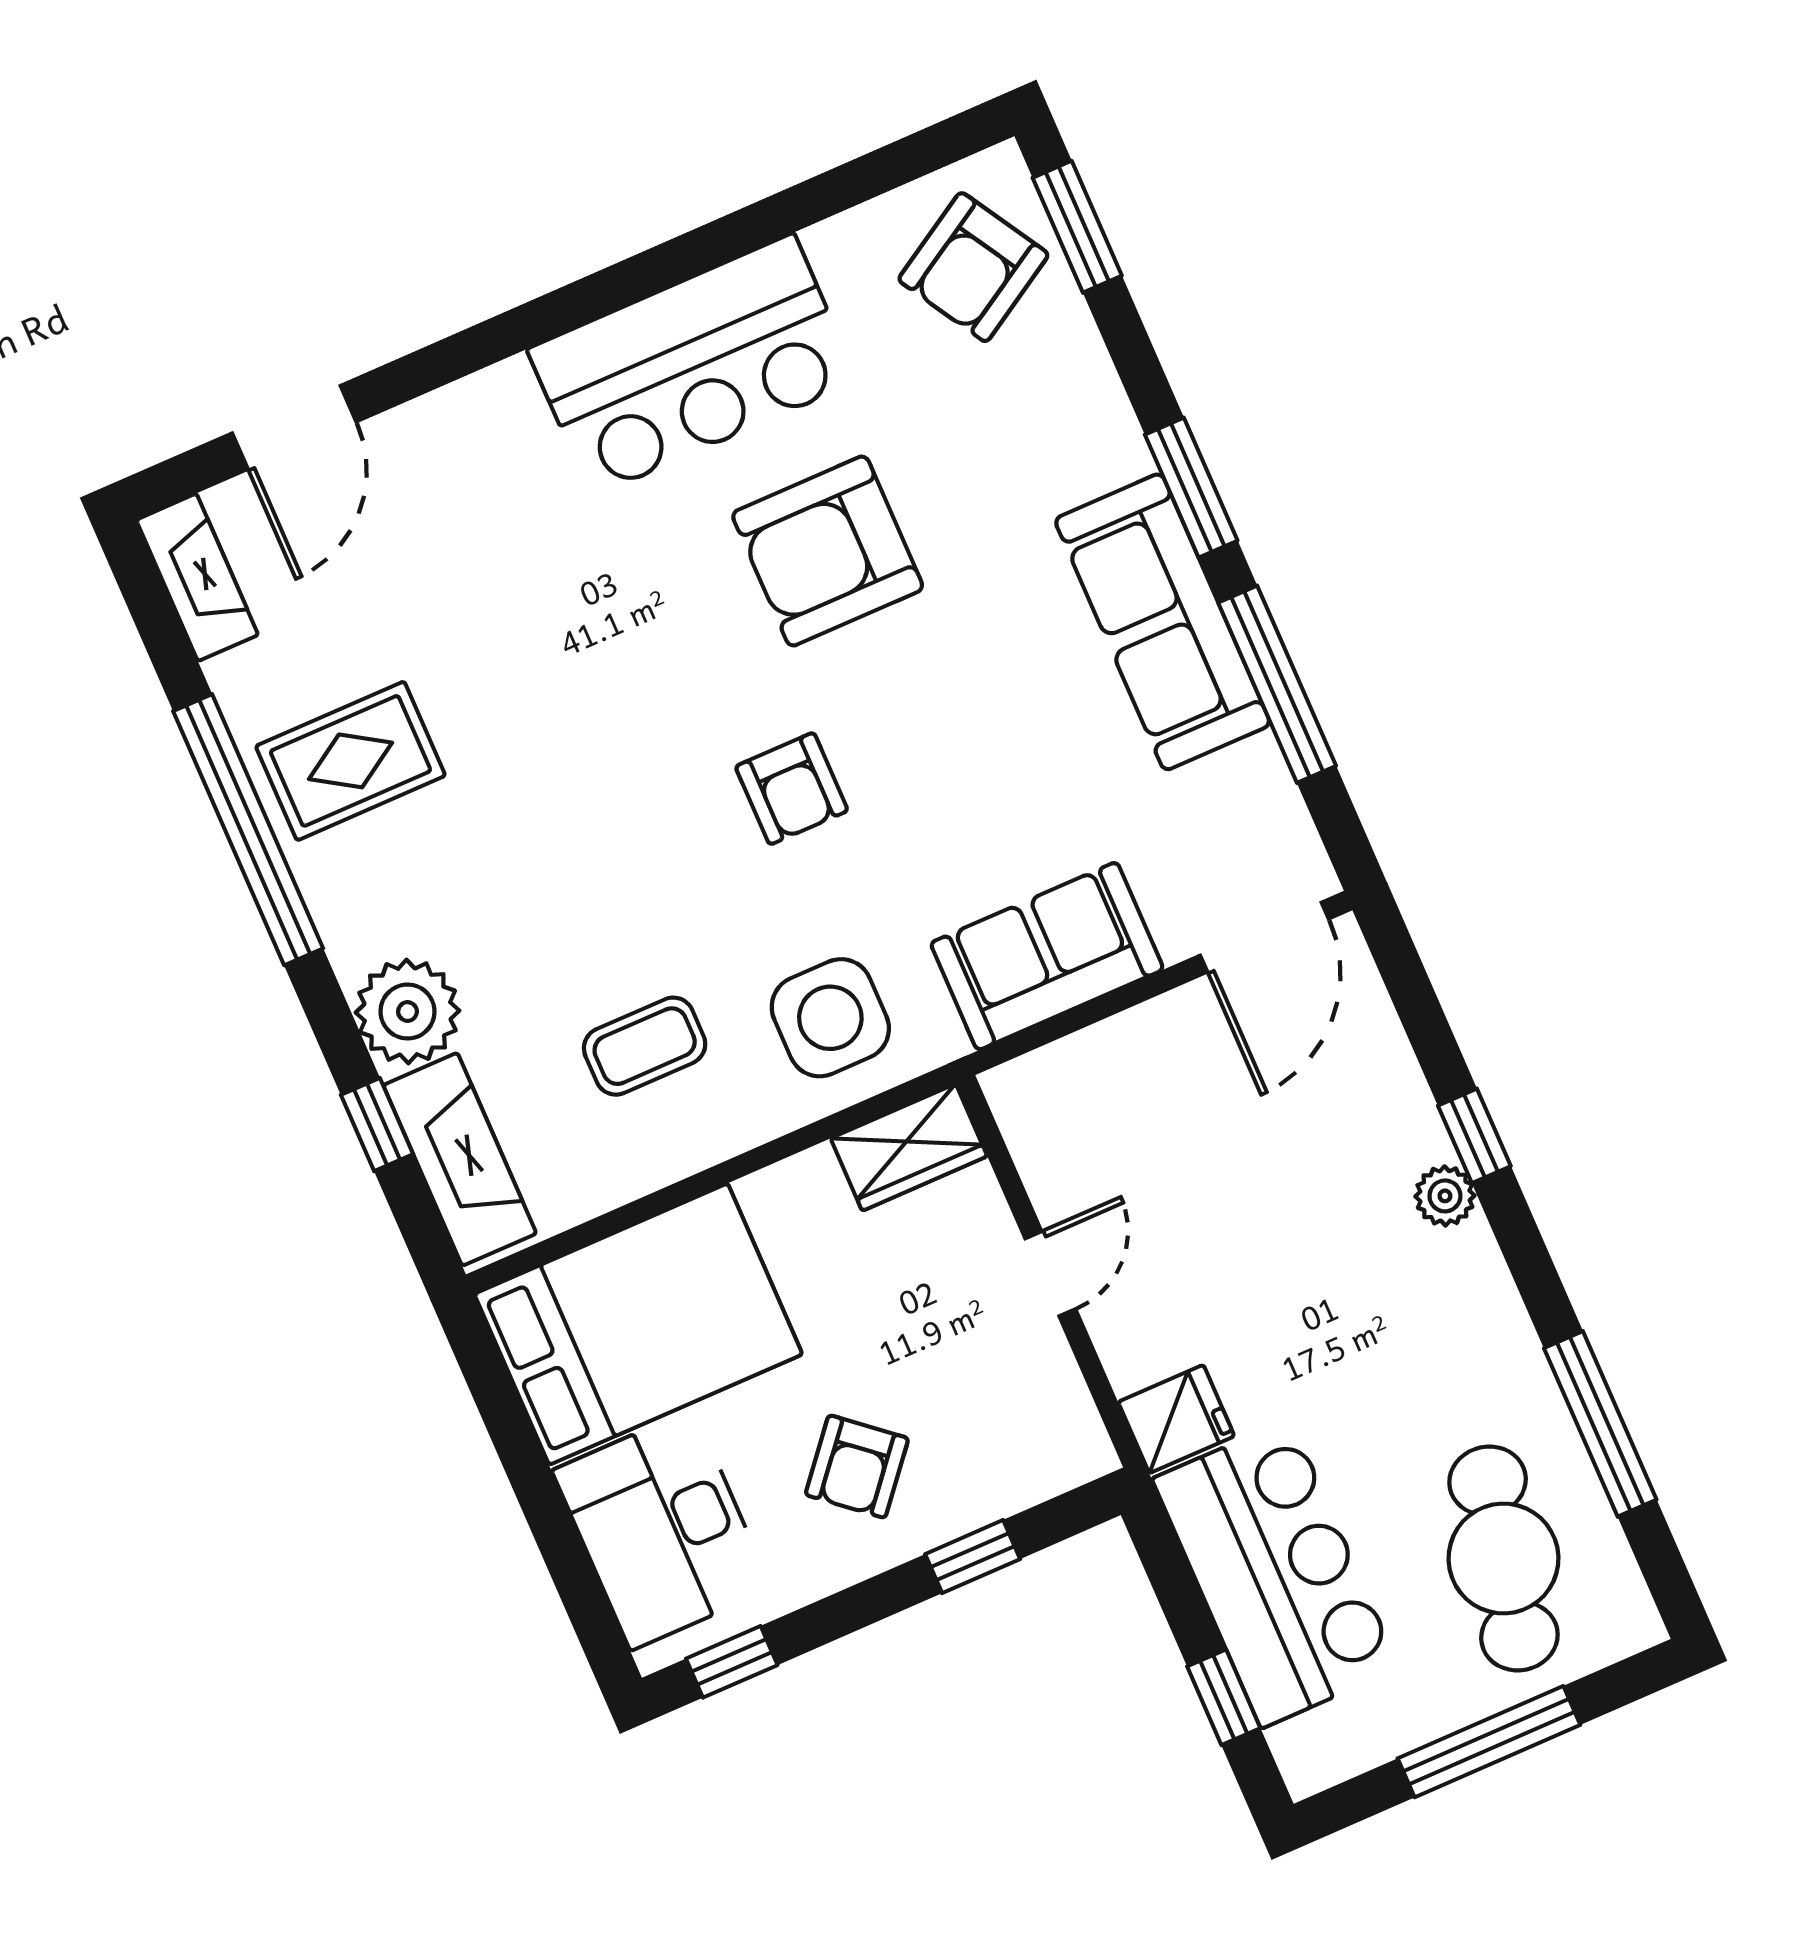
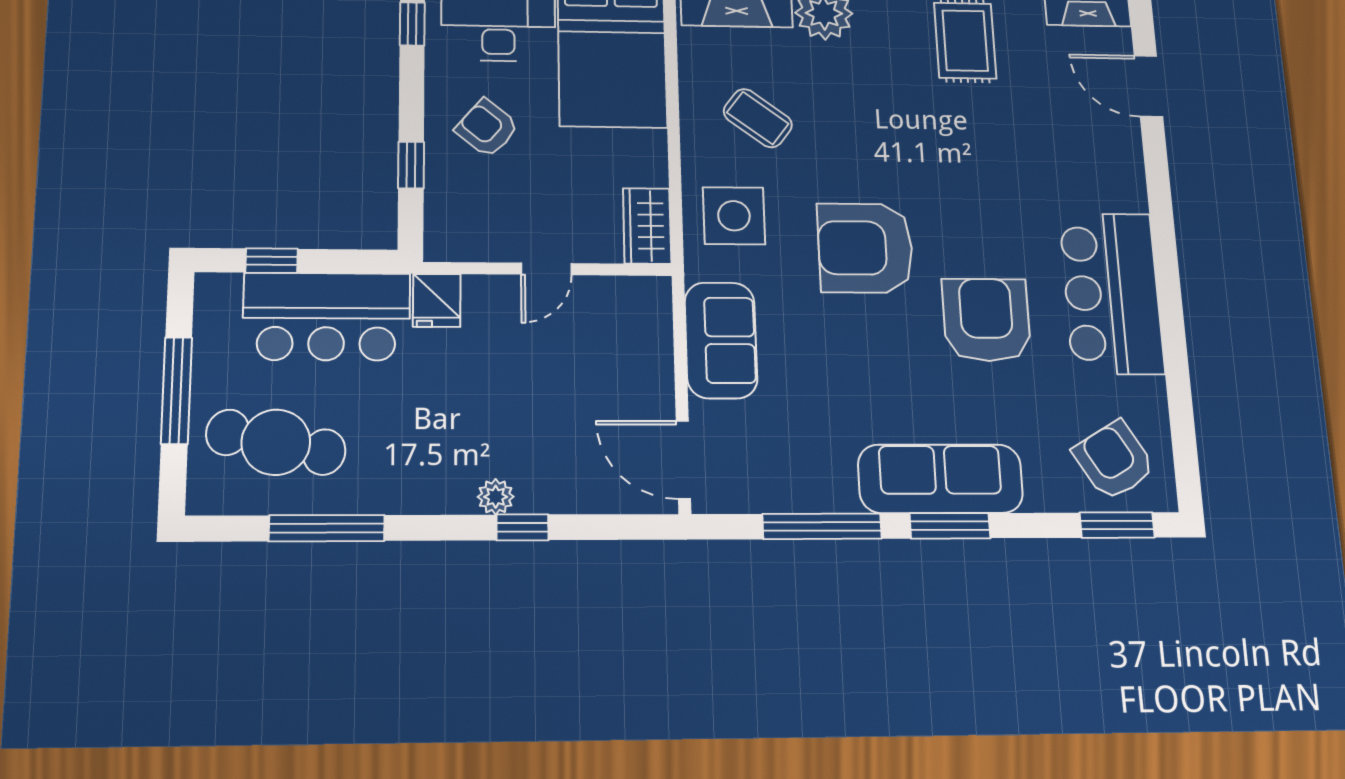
sofa: (1163, 622) -> (940, 479), moved
armchair: (792, 789) -> (865, 248), width x1.88, depth x1.88
coffee table: (645, 1046) -> (758, 118), turned -53
door: (1050, 1274) -> (546, 269), hinge flipped

